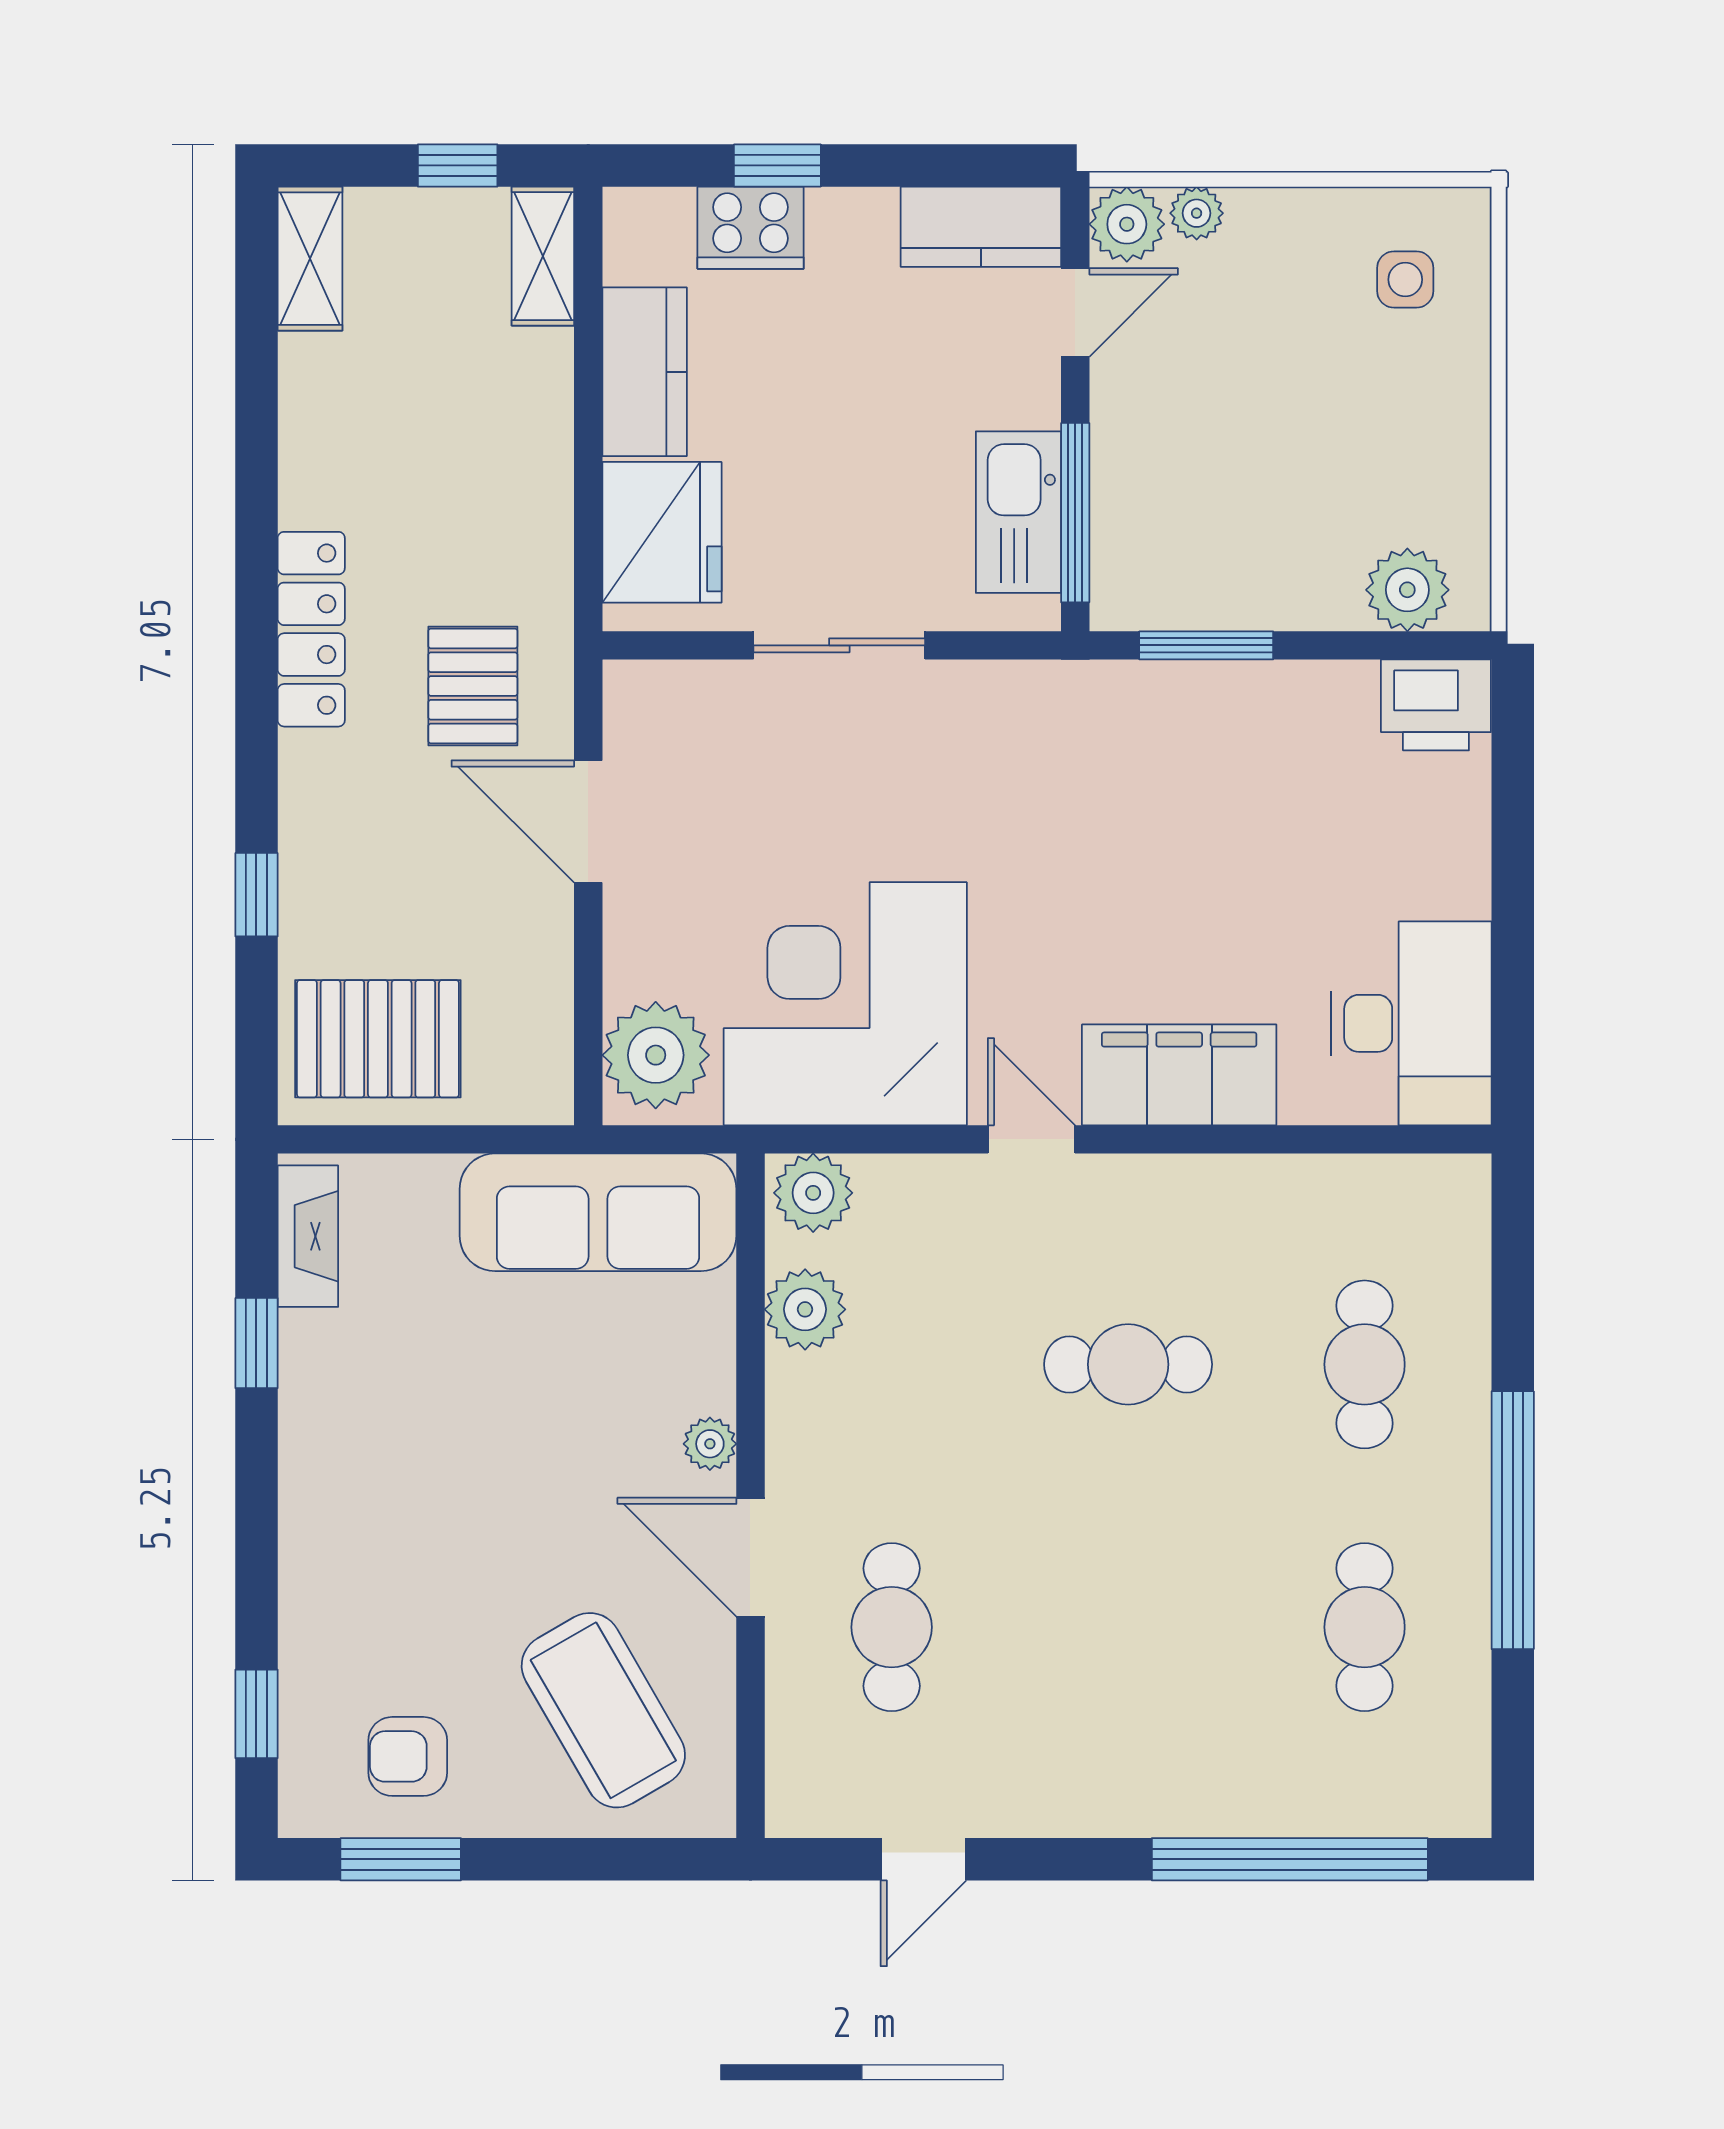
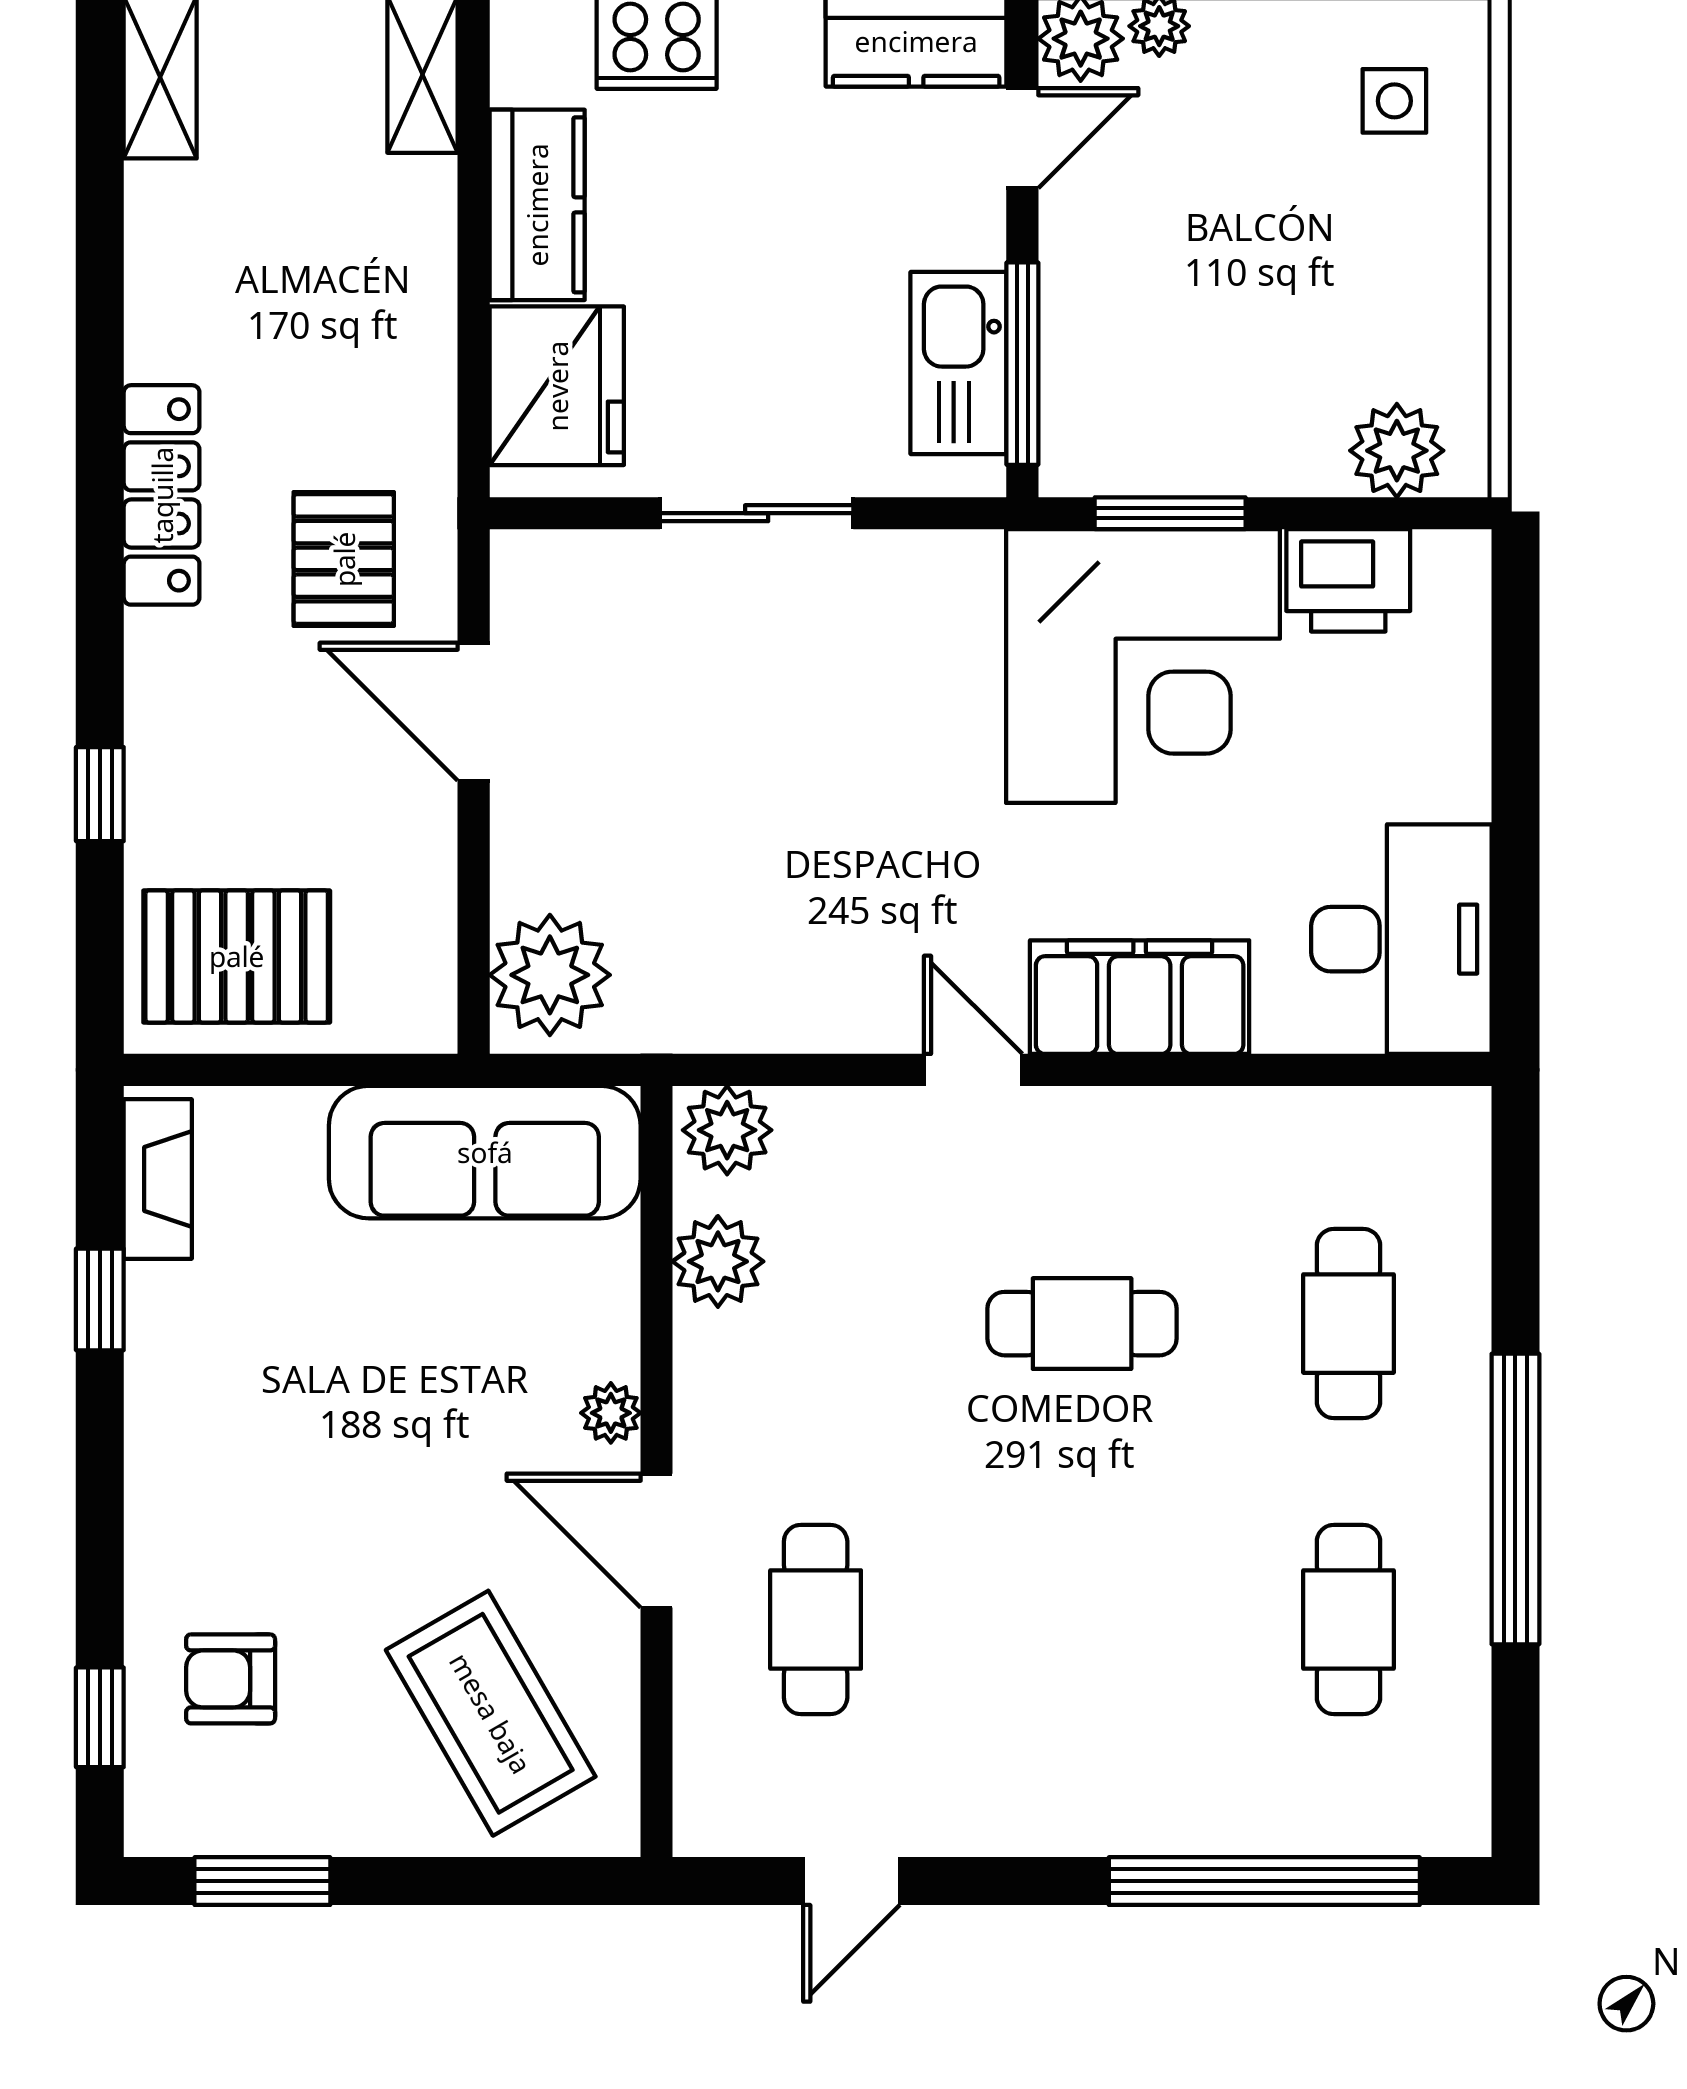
printer: (1436, 705) -> (1348, 580), moved
corner desk: (845, 1004) -> (1143, 666), moved, turned 180
armchair: (408, 1756) -> (231, 1679), moved

